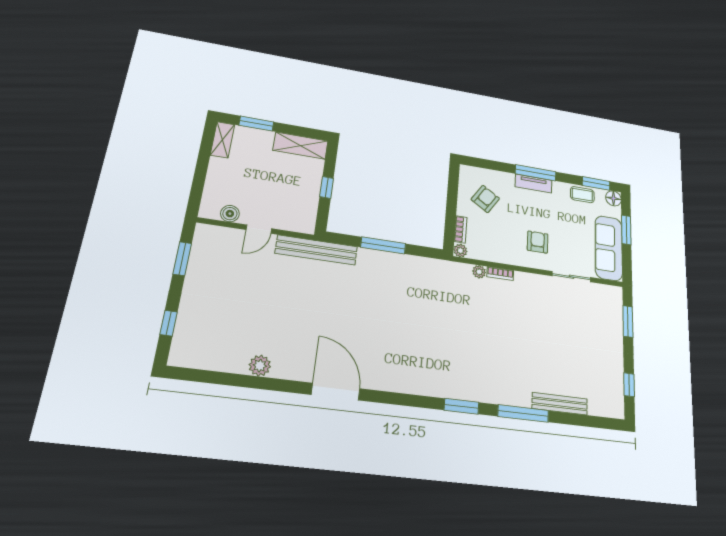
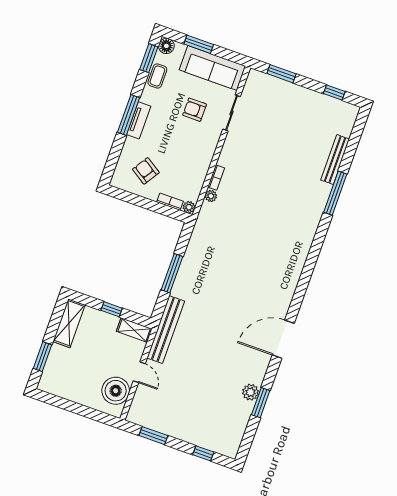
shelving: (222, 140) -> (134, 330), moved
boiler: (230, 214) -> (116, 391), width x1.86, depth x1.86
armchair: (538, 242) -> (195, 110), moved
window: (461, 406) -> (261, 403), moved

